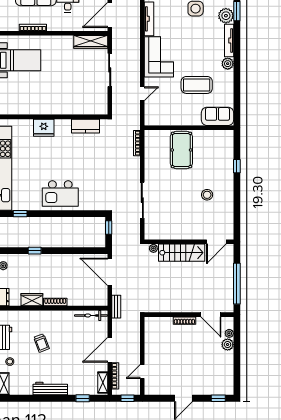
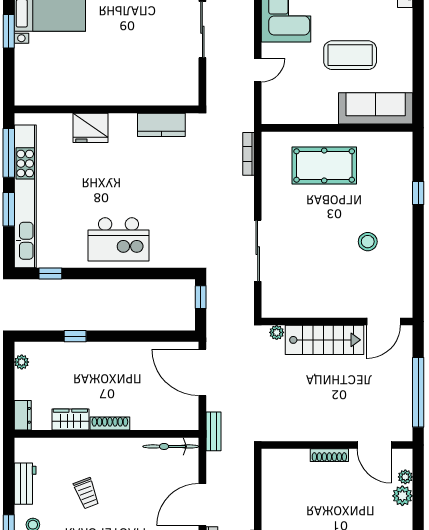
plant: (228, 64) -> (403, 19), removed
sofa: (218, 116) -> (376, 108), width x1.36
pool table: (181, 150) -> (324, 166), turned 90

